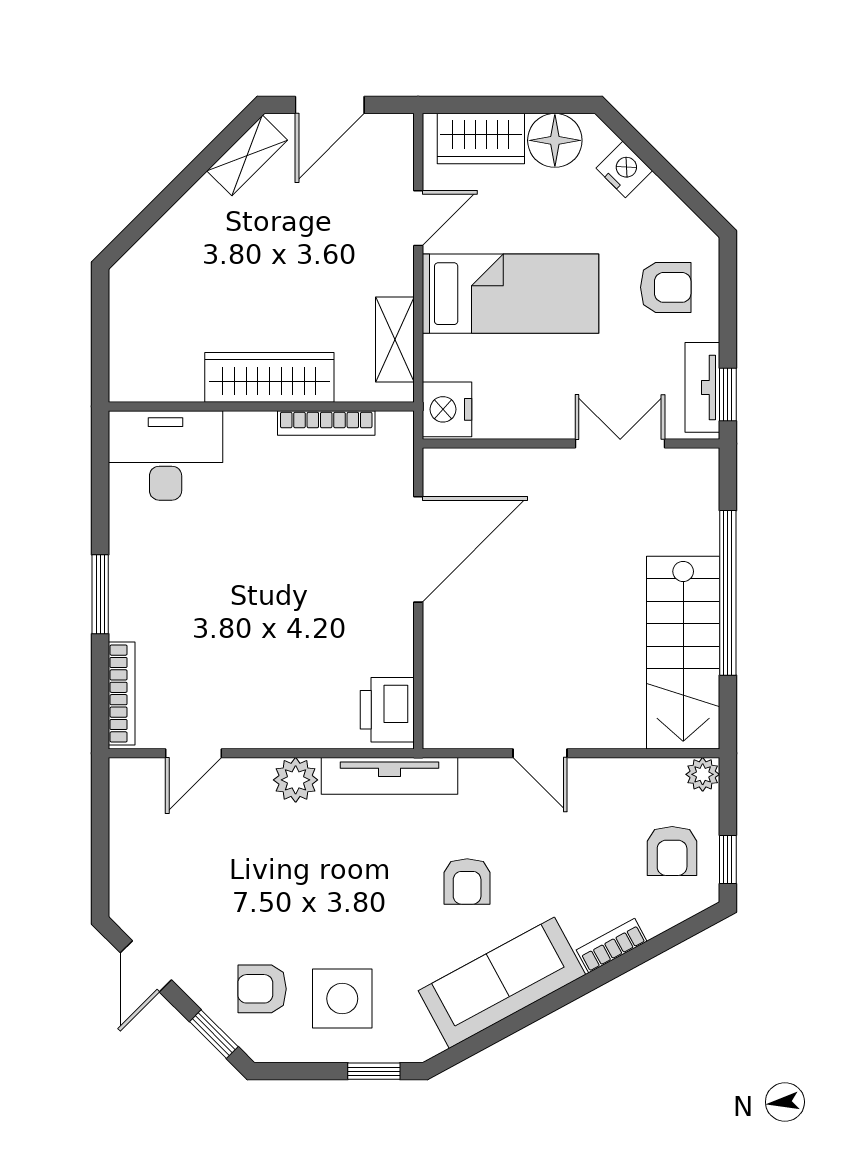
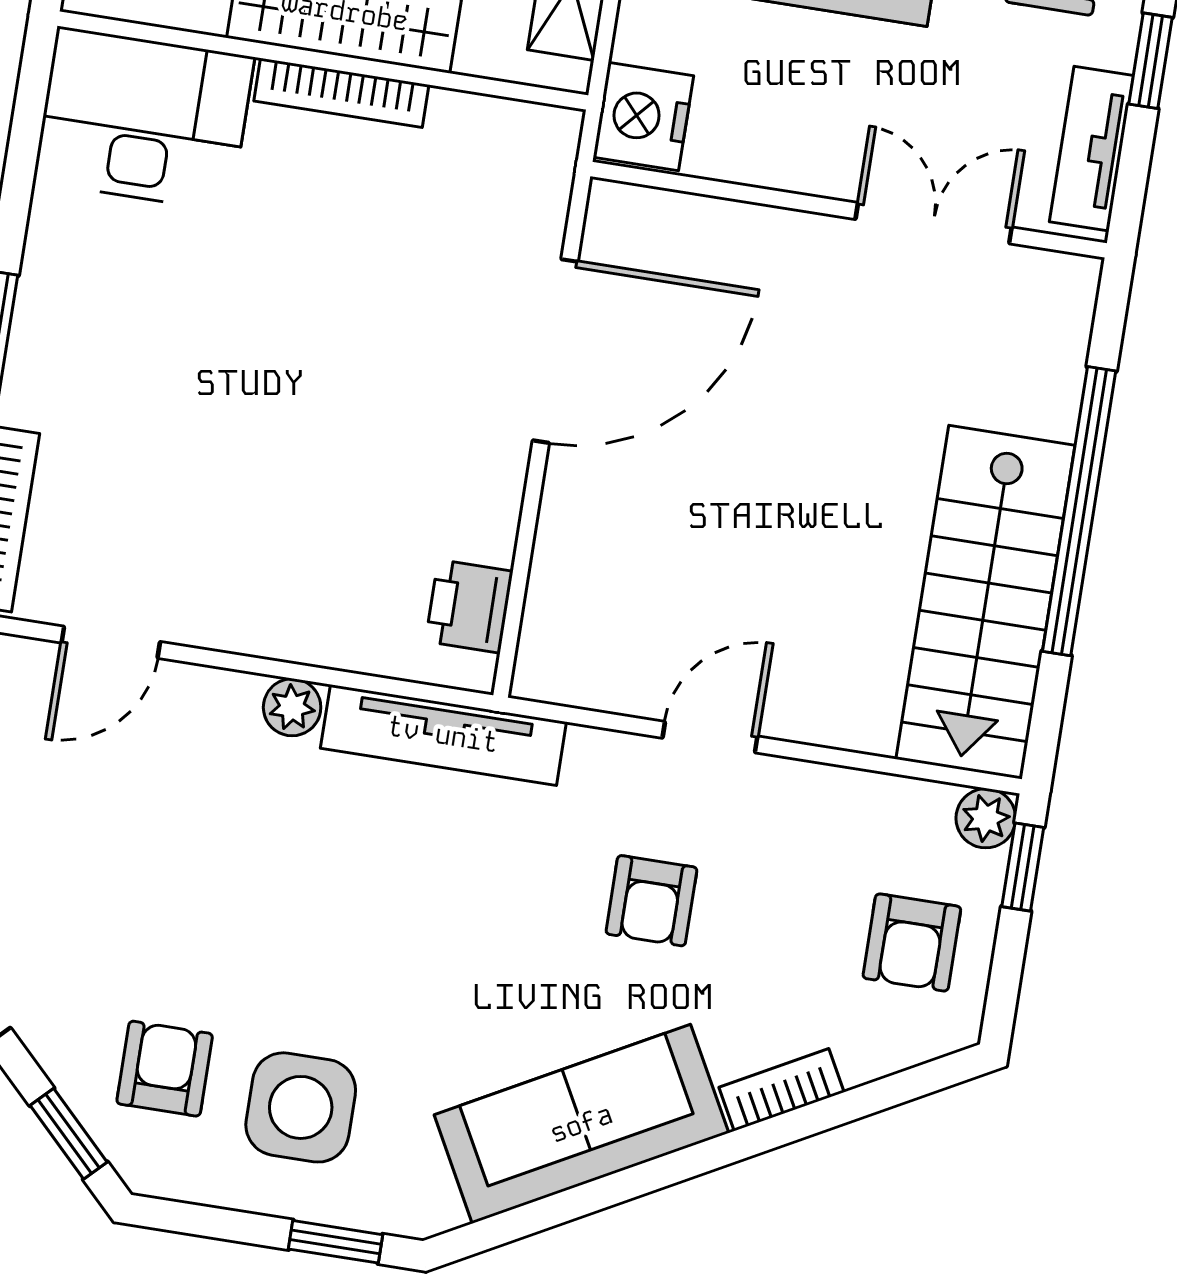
window: (728, 395) -> (1151, 61), moved
bookcase: (326, 423) -> (341, 93), moved
printer: (387, 710) -> (469, 606), width x0.73, depth x0.81
door: (540, 753) -> (710, 737), swing flipped
plant: (296, 780) -> (292, 707), width x0.73, depth x0.73
window: (728, 859) -> (1023, 867), moved
armchair: (467, 881) -> (651, 901), moved
armchair: (262, 989) -> (165, 1069), turned 90

